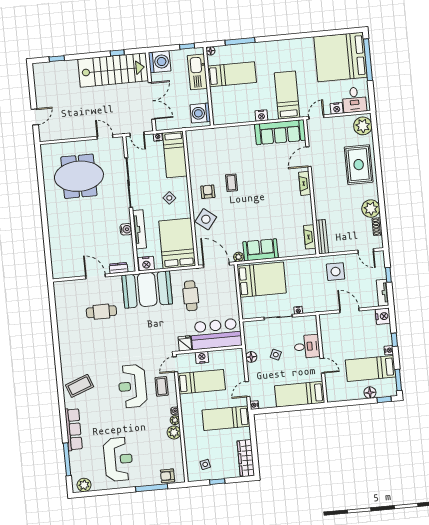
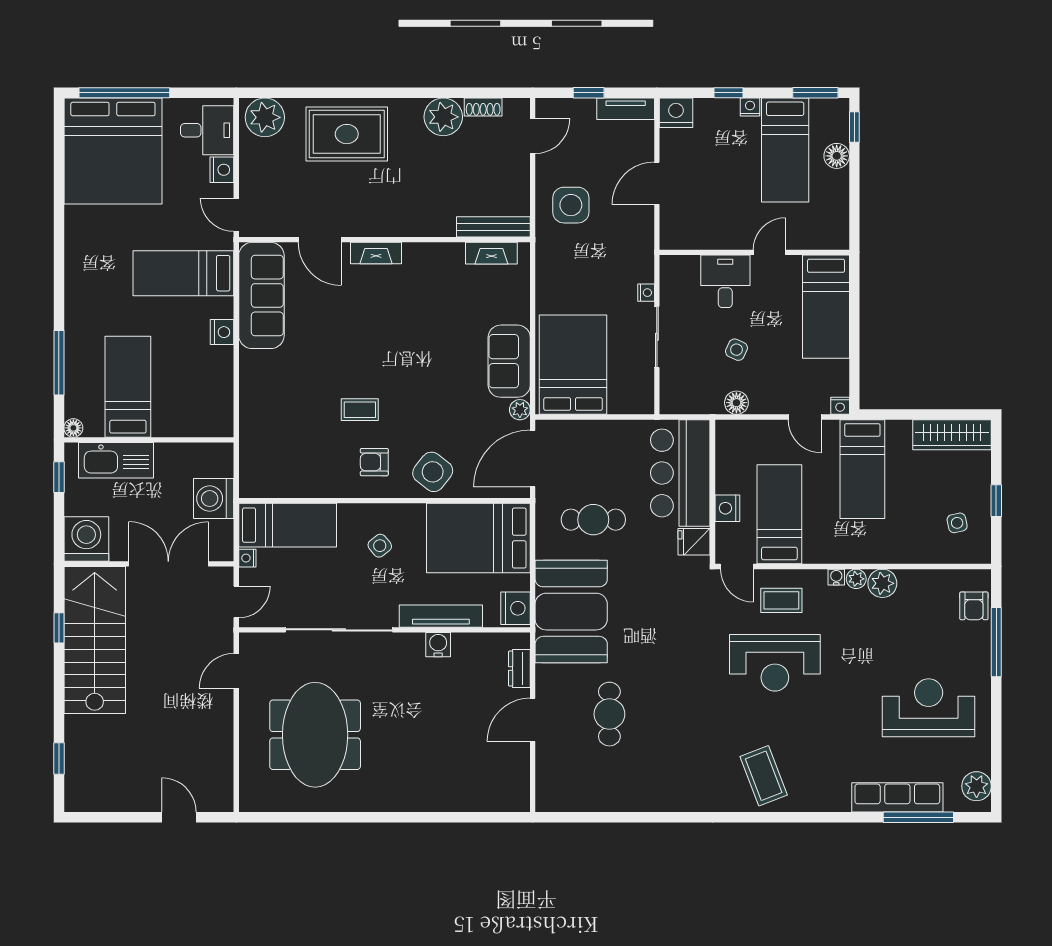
washing machine: (200, 113) -> (214, 499), moved, turned 90
row of seats: (74, 429) -> (897, 797), moved

